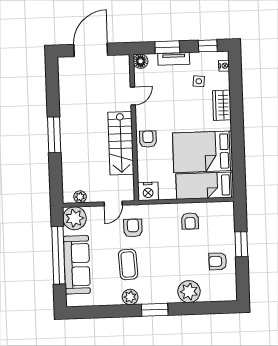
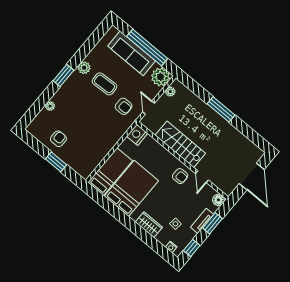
armchair: (148, 139) -> (180, 176), moved
armchair: (190, 221) -> (97, 144), removed
plant: (189, 292) -> (50, 106), width x0.53, depth x0.53

